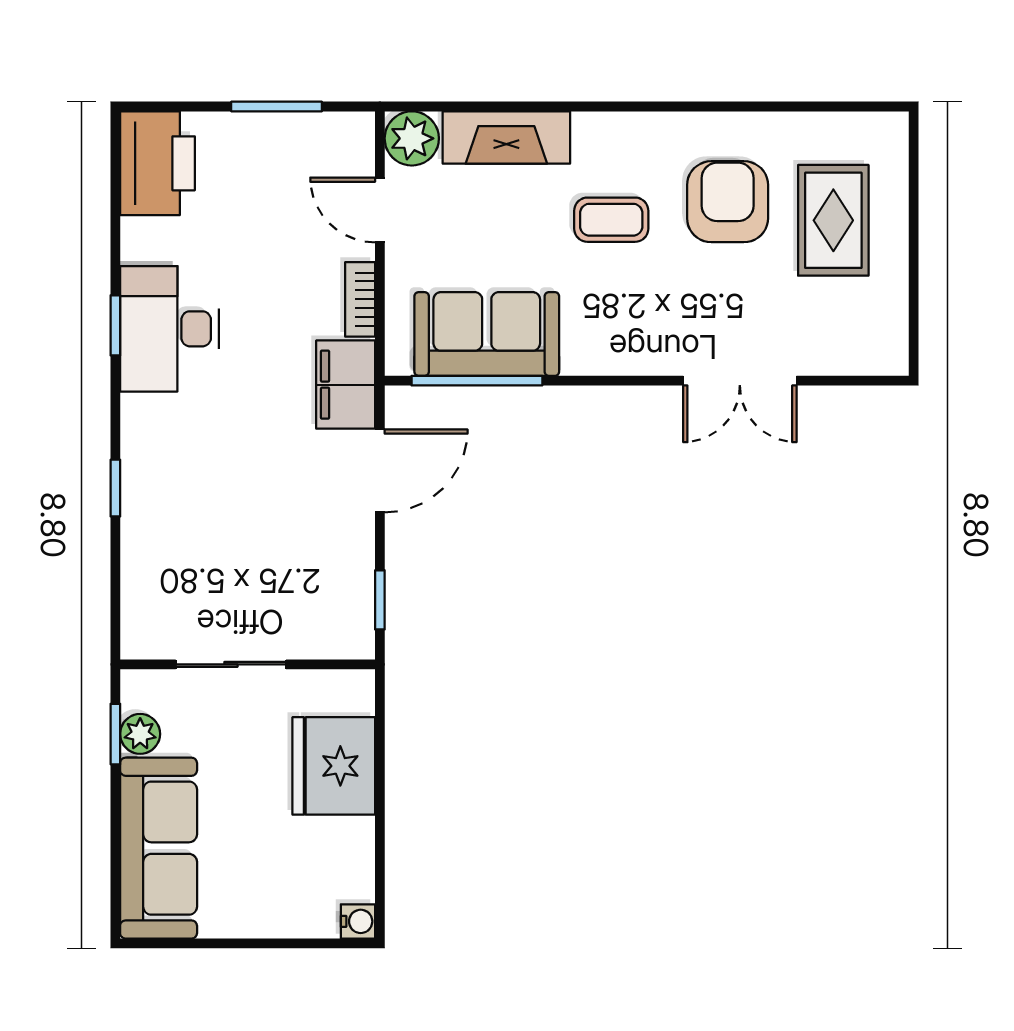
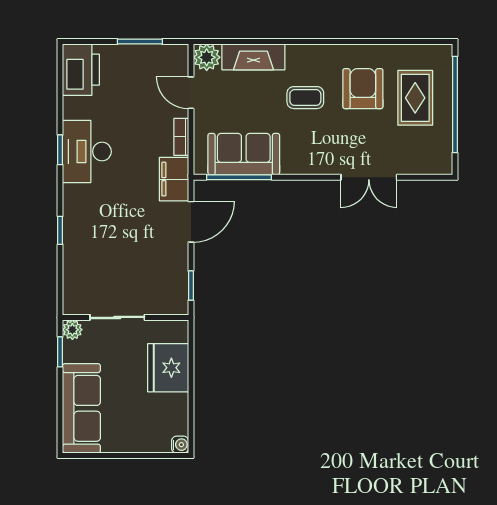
window: (914, 234) -> (455, 105), added
plant: (140, 734) -> (72, 330), moved

